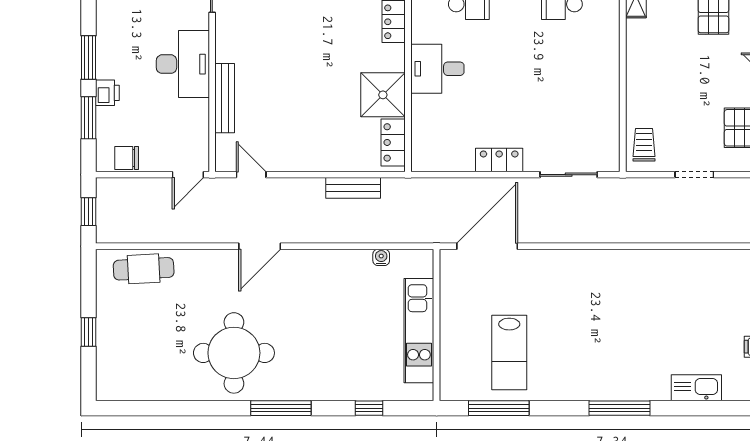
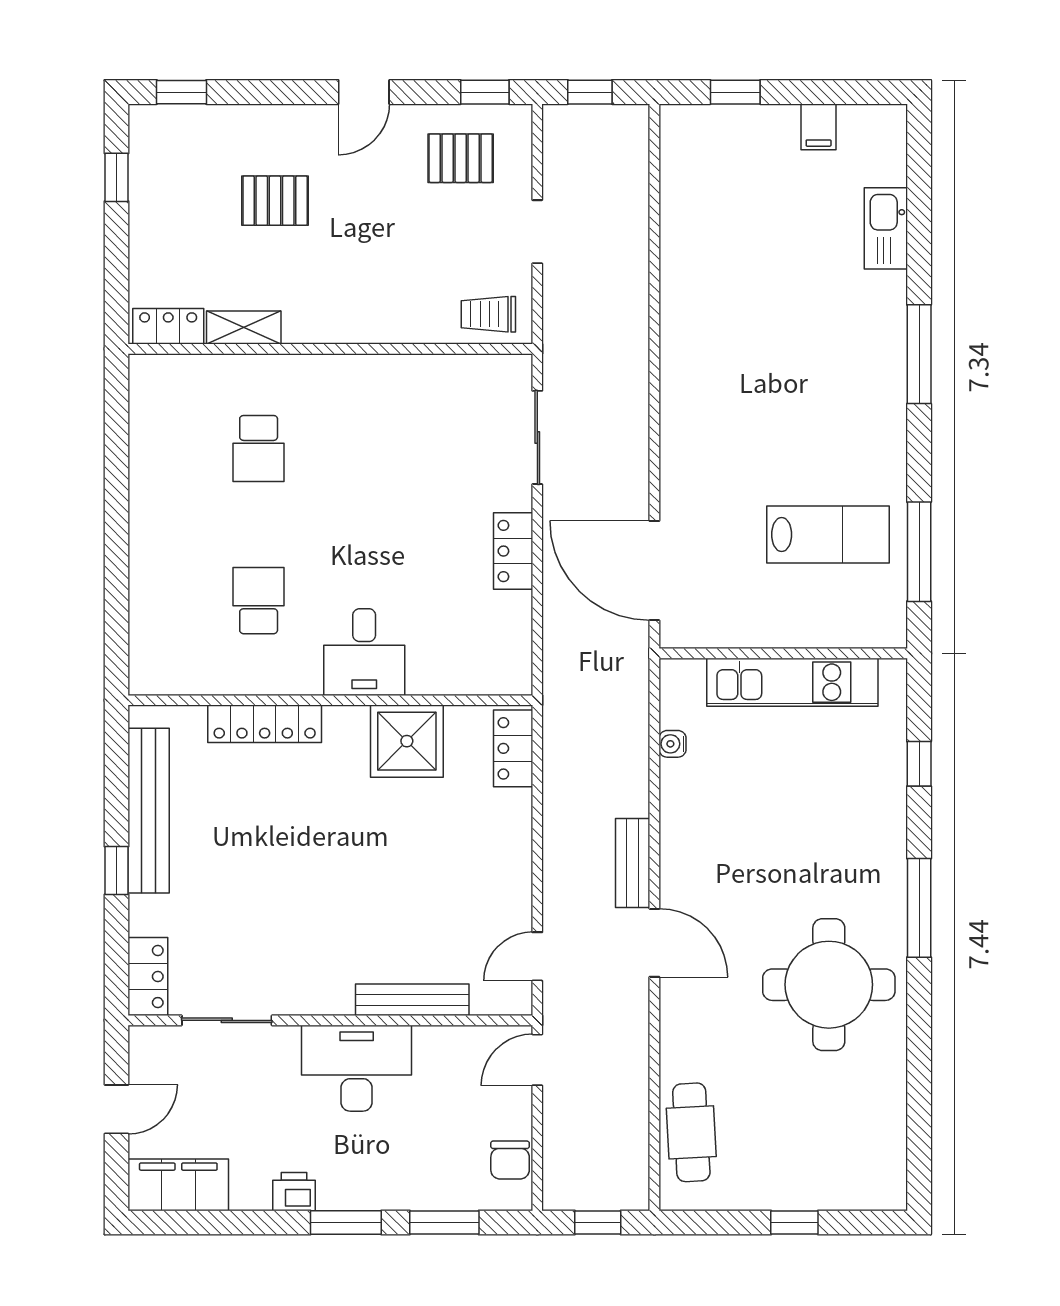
printer: (107, 93) -> (294, 1192), moved
locker: (393, 142) -> (513, 748), moved, turned 90
door: (188, 175) -> (537, 1060), swing flipped
bench: (353, 188) -> (633, 863), moved

